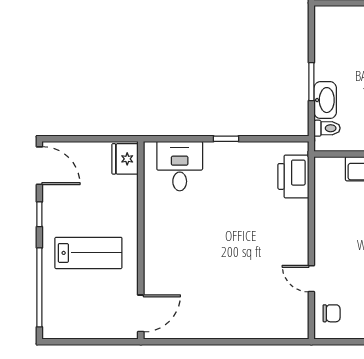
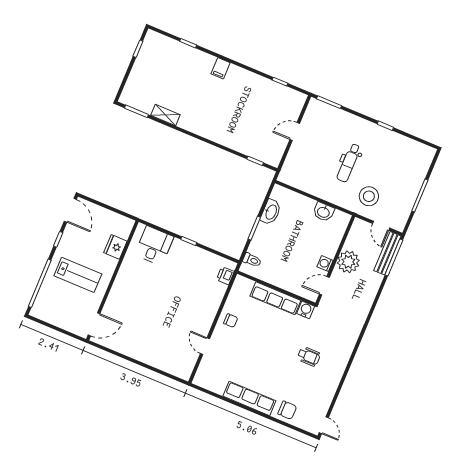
washbasin: (325, 100) -> (271, 212), moved
fridge: (125, 159) -> (115, 247), moved
printer: (293, 176) -> (225, 276), width x0.53, depth x0.68
chair: (332, 313) -> (231, 321), moved

